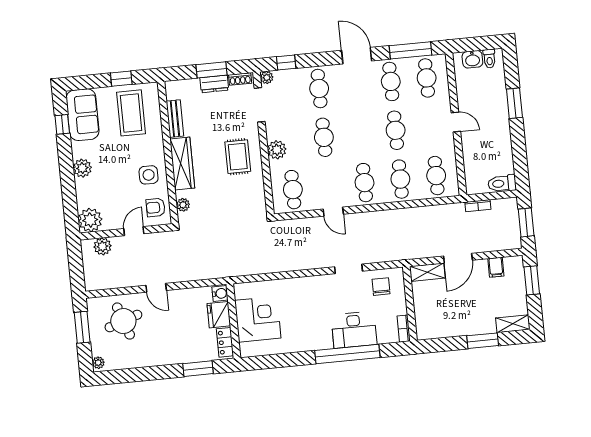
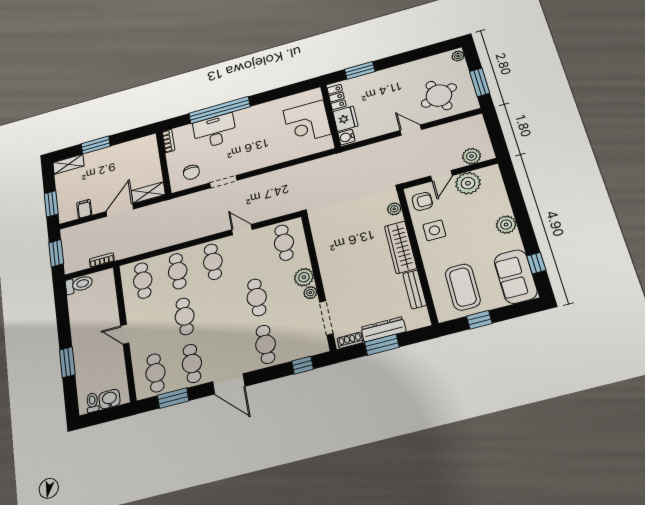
window: (410, 50) -> (173, 398), width x0.69
plant: (267, 77) -> (310, 293), moved
dresser: (214, 84) -> (383, 329), width x1.44
rug: (238, 157) -> (344, 264), removed
plant: (90, 220) -> (468, 183), moved

